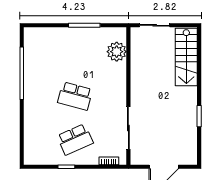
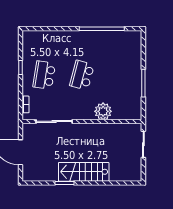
plant: (117, 52) -> (103, 111), moved
stairs: (186, 57) -> (84, 172), moved
school desk: (75, 139) -> (44, 75), turned 33

